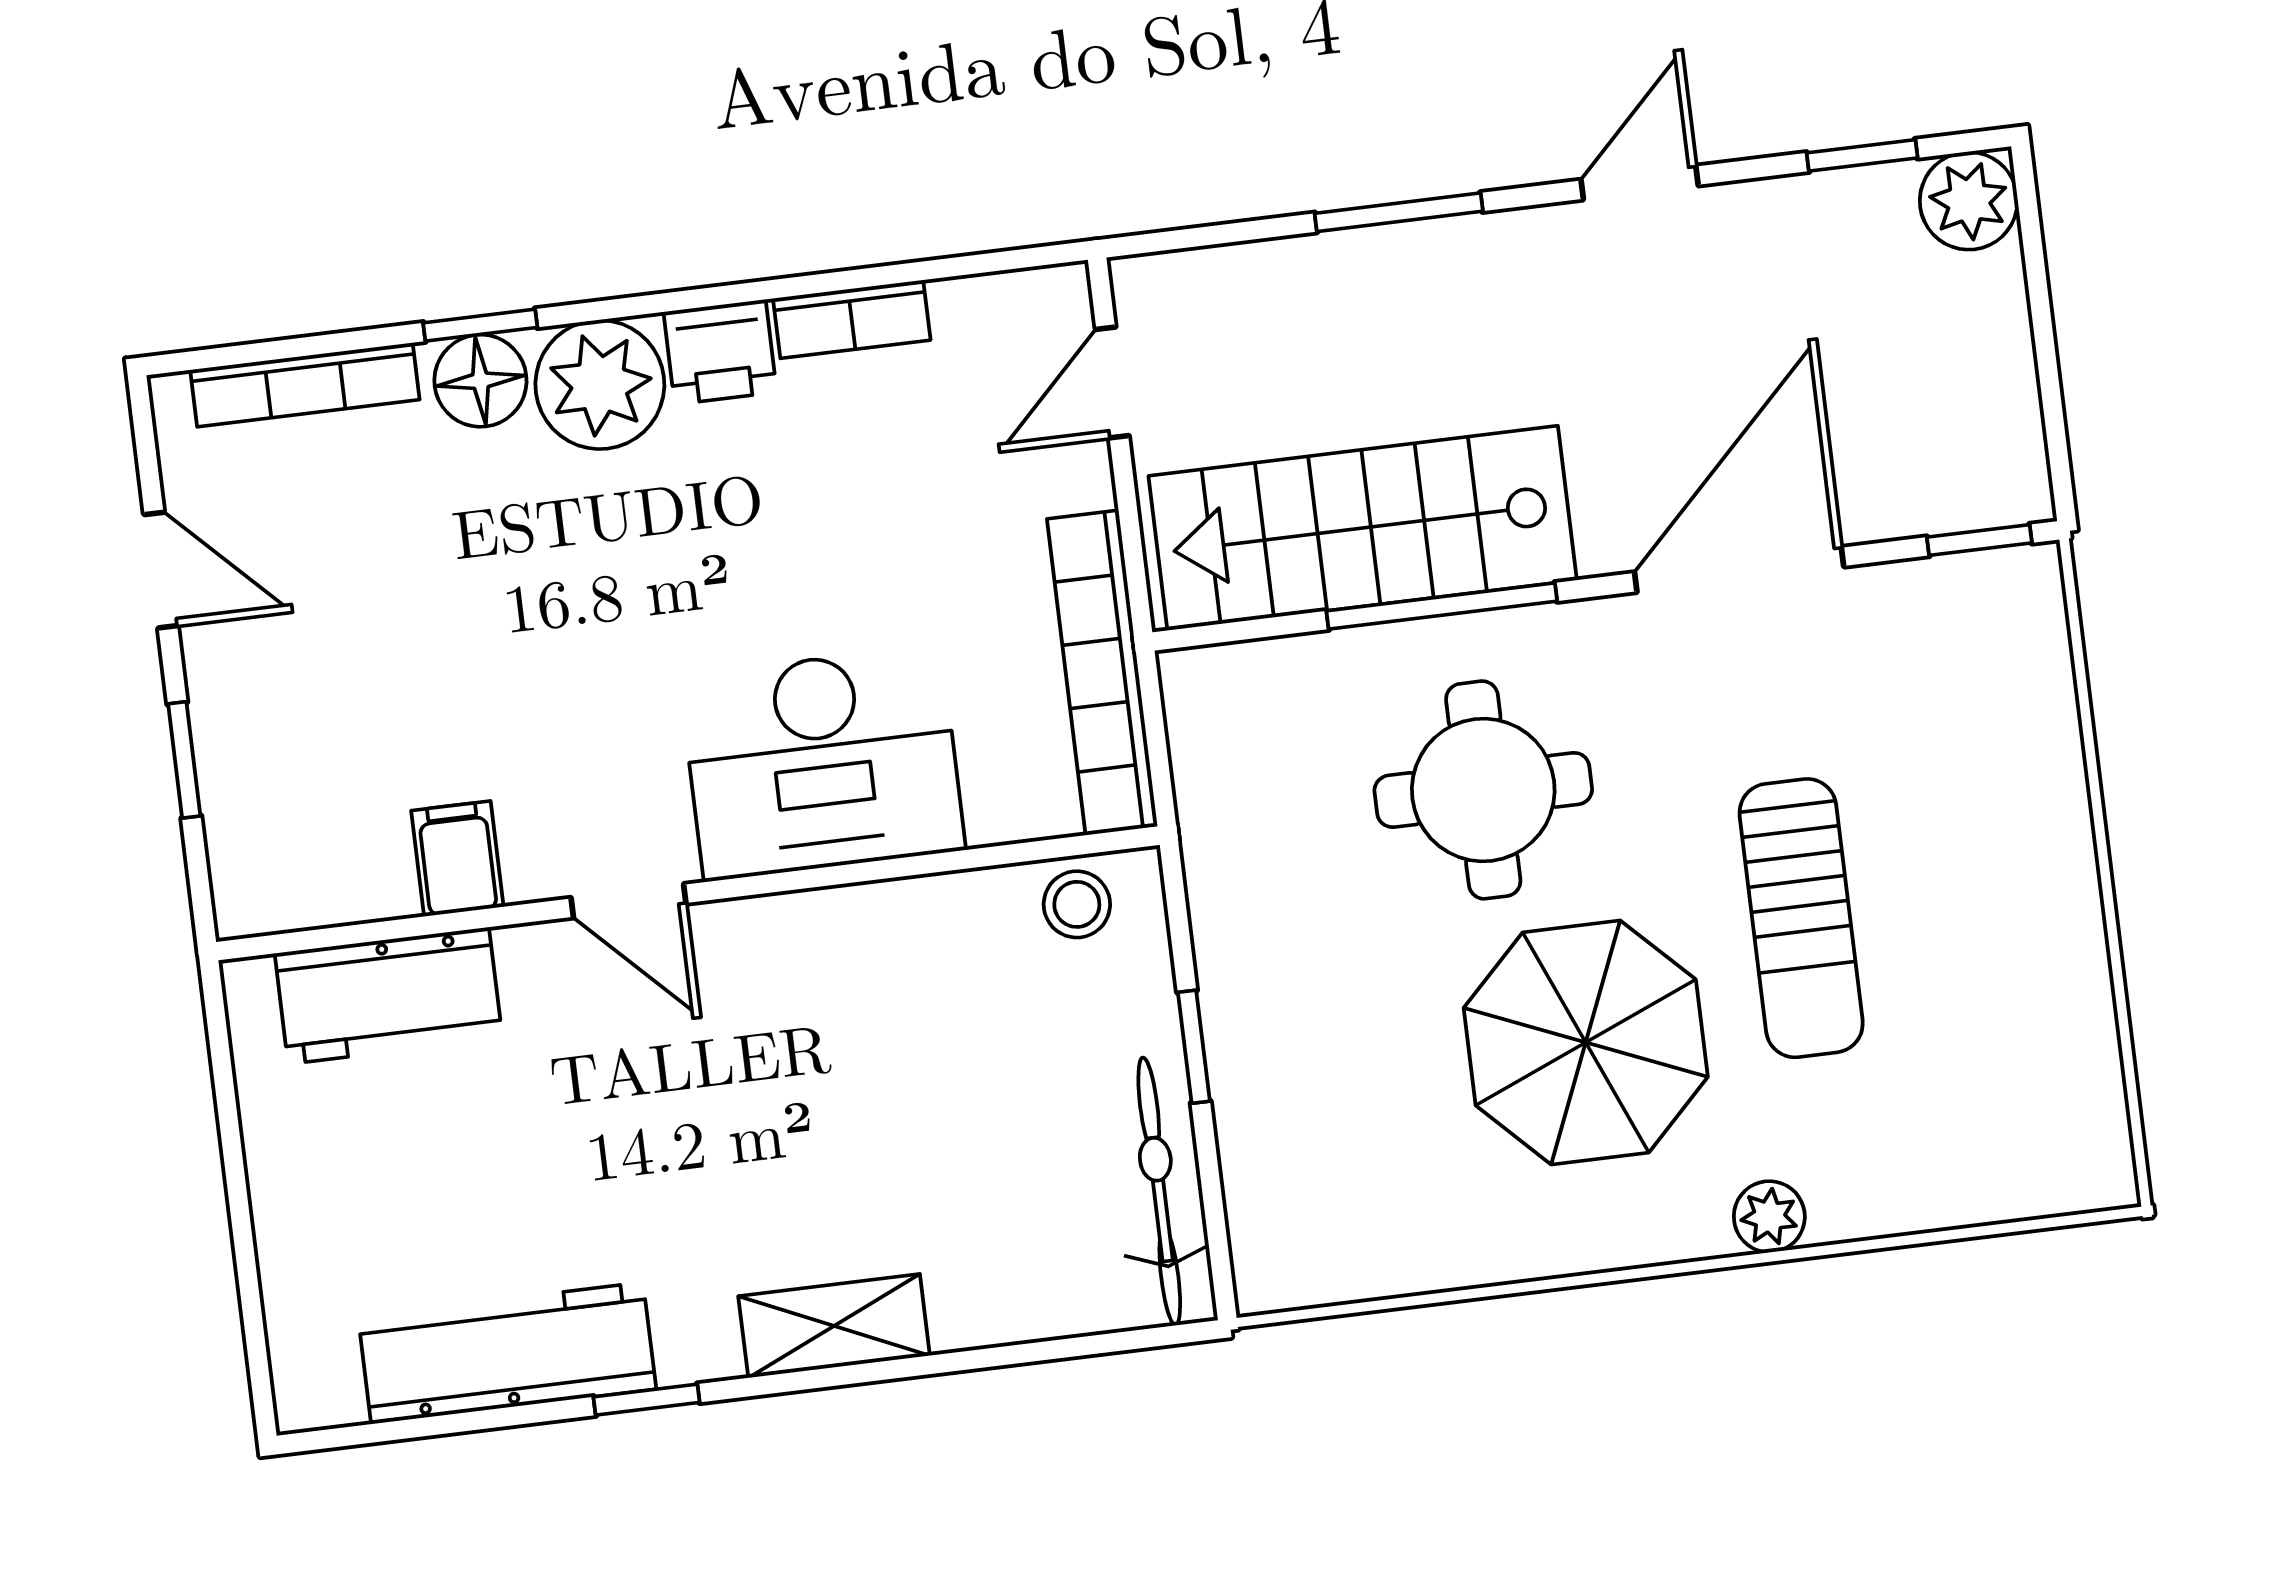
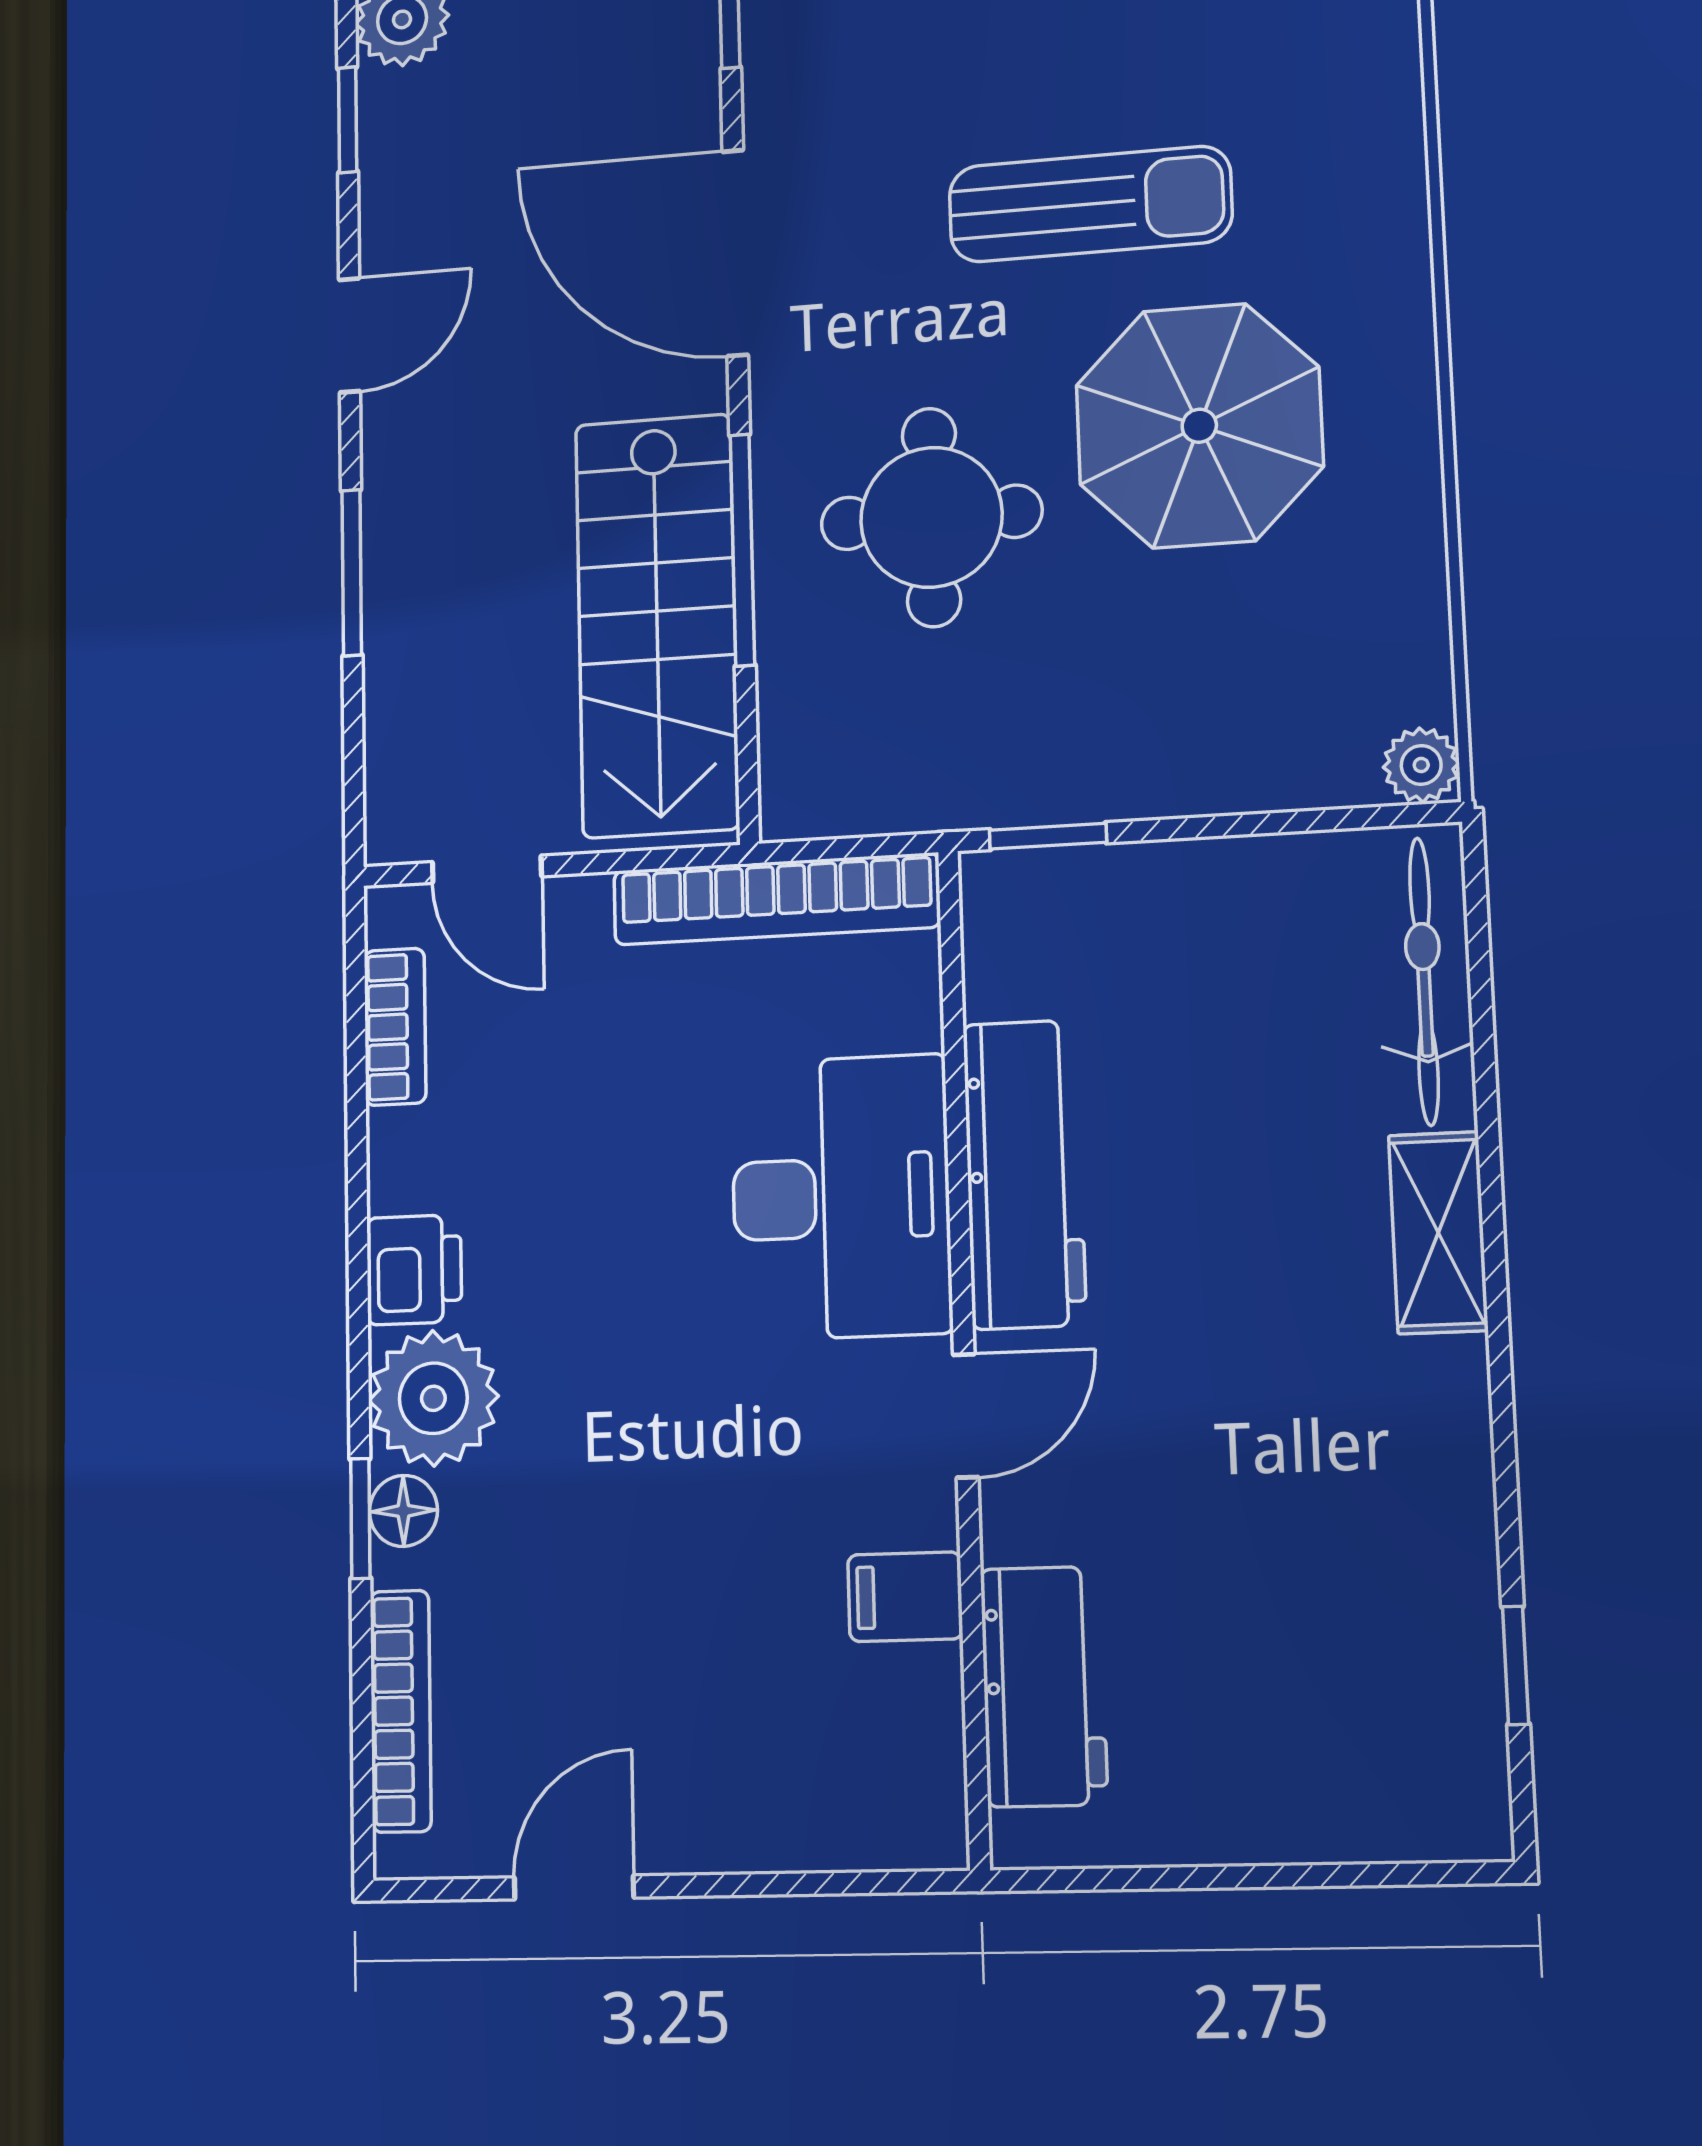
door: (1640, 183) -> (350, 335), swing flipped
bookcase: (852, 319) -> (395, 1027), moved
floor lamp: (480, 381) -> (403, 1511), width x0.73, depth x0.73
window: (184, 760) -> (774, 1884), removed
stool: (1077, 904) -> (1011, 941), removed
window: (1194, 1047) -> (1048, 836), moved
bicycle: (1159, 1191) -> (1424, 981), moved, turned 90
plant: (1769, 1217) -> (1421, 765), moved
workbench: (507, 1353) -> (1024, 1174), moved, turned 180
window: (647, 1400) -> (1516, 1665), moved

